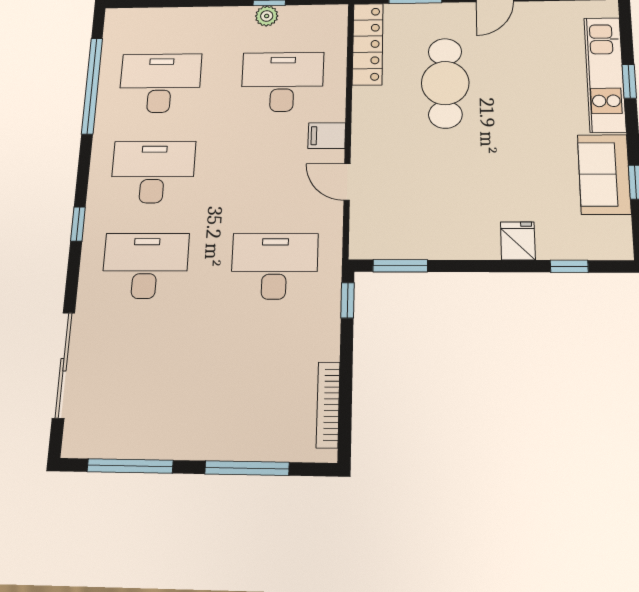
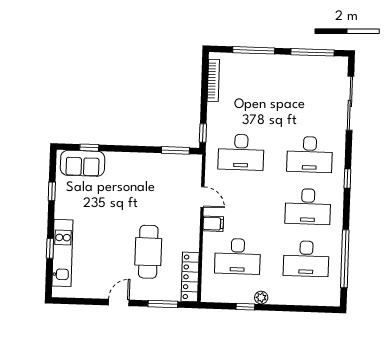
plant: (267, 16) -> (261, 298), moved
sofa: (604, 174) -> (83, 163), moved, turned 90
fridge: (518, 241) -> (114, 162), removed

